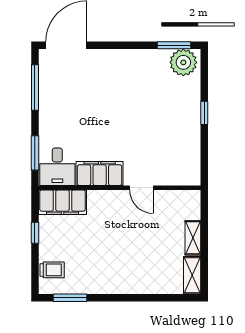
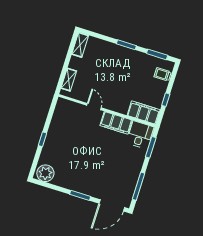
window: (174, 45) -> (80, 195), moved
shelving: (193, 238) -> (69, 80), moved
window: (121, 298) -> (126, 45), added

